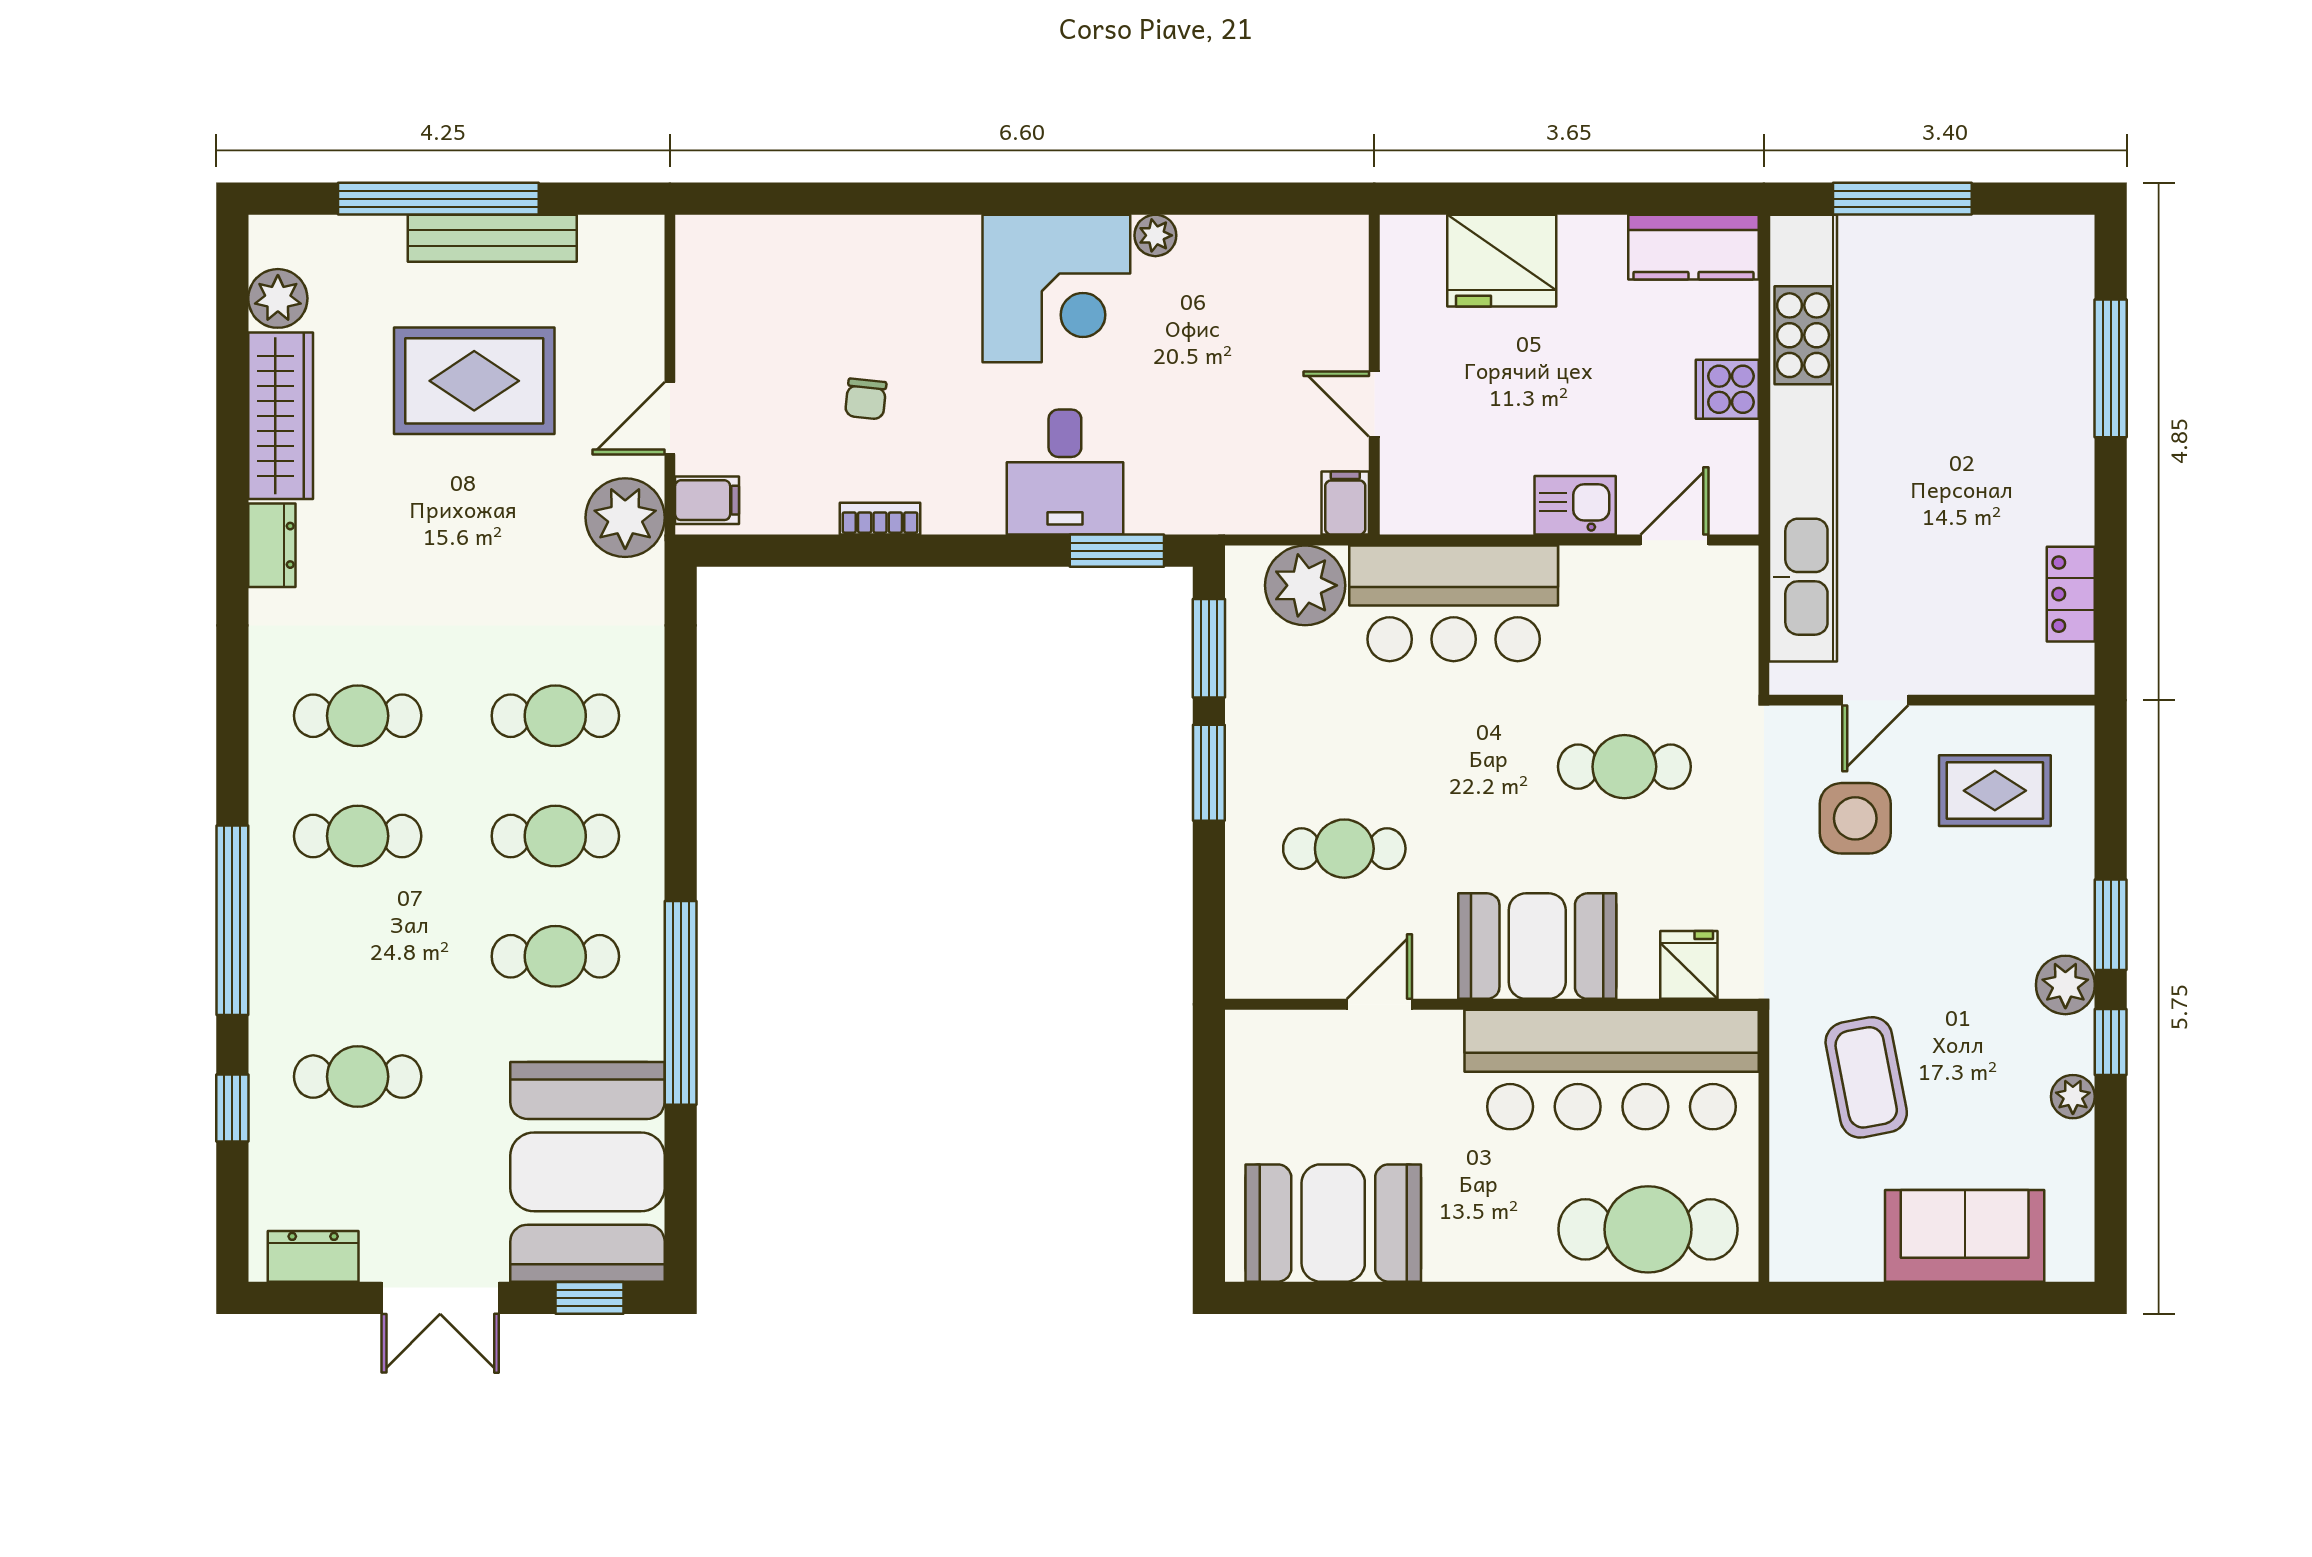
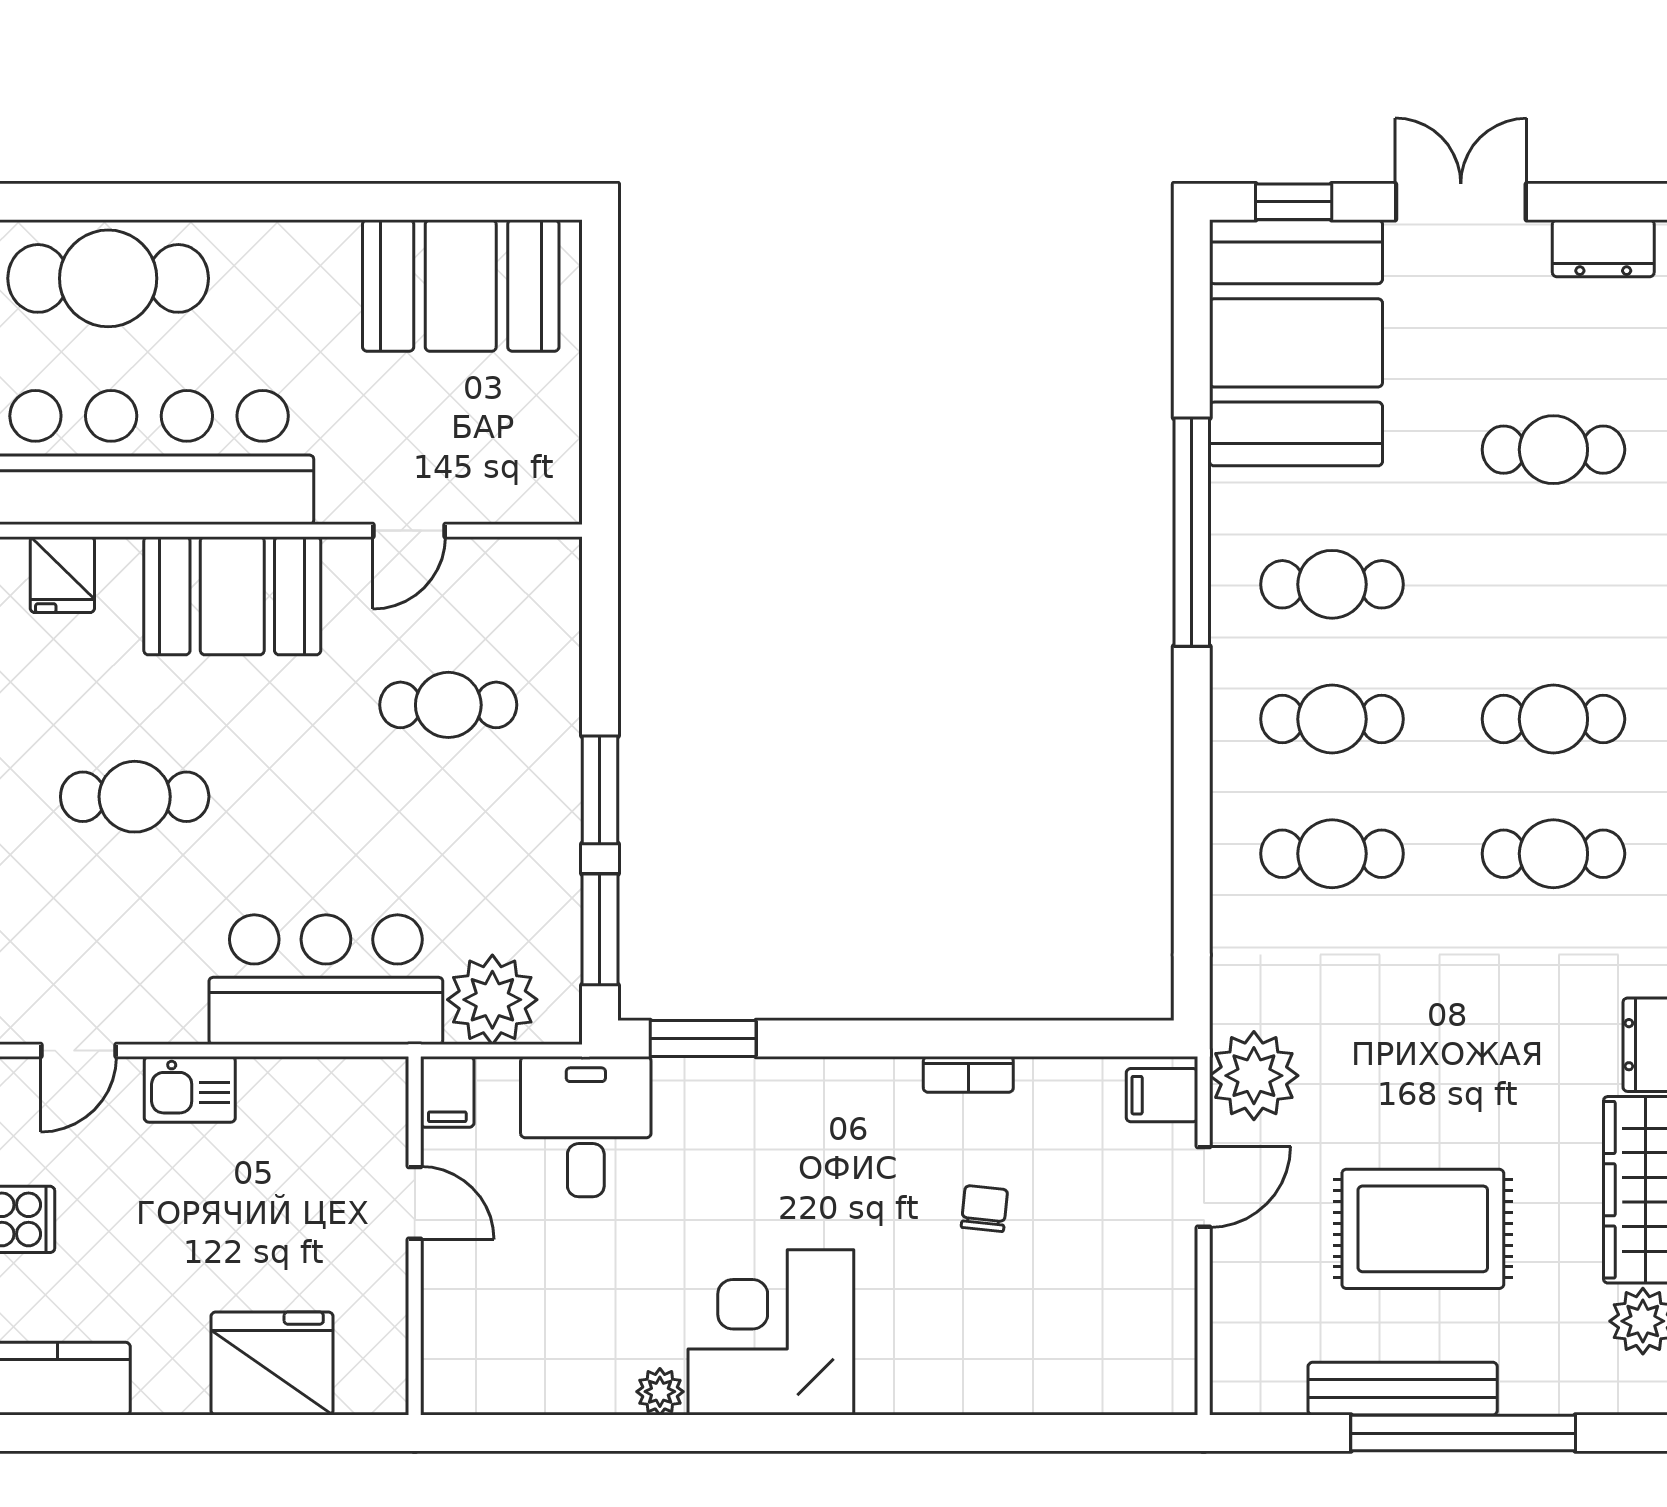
desk: (1065, 472) -> (586, 1127), moved

